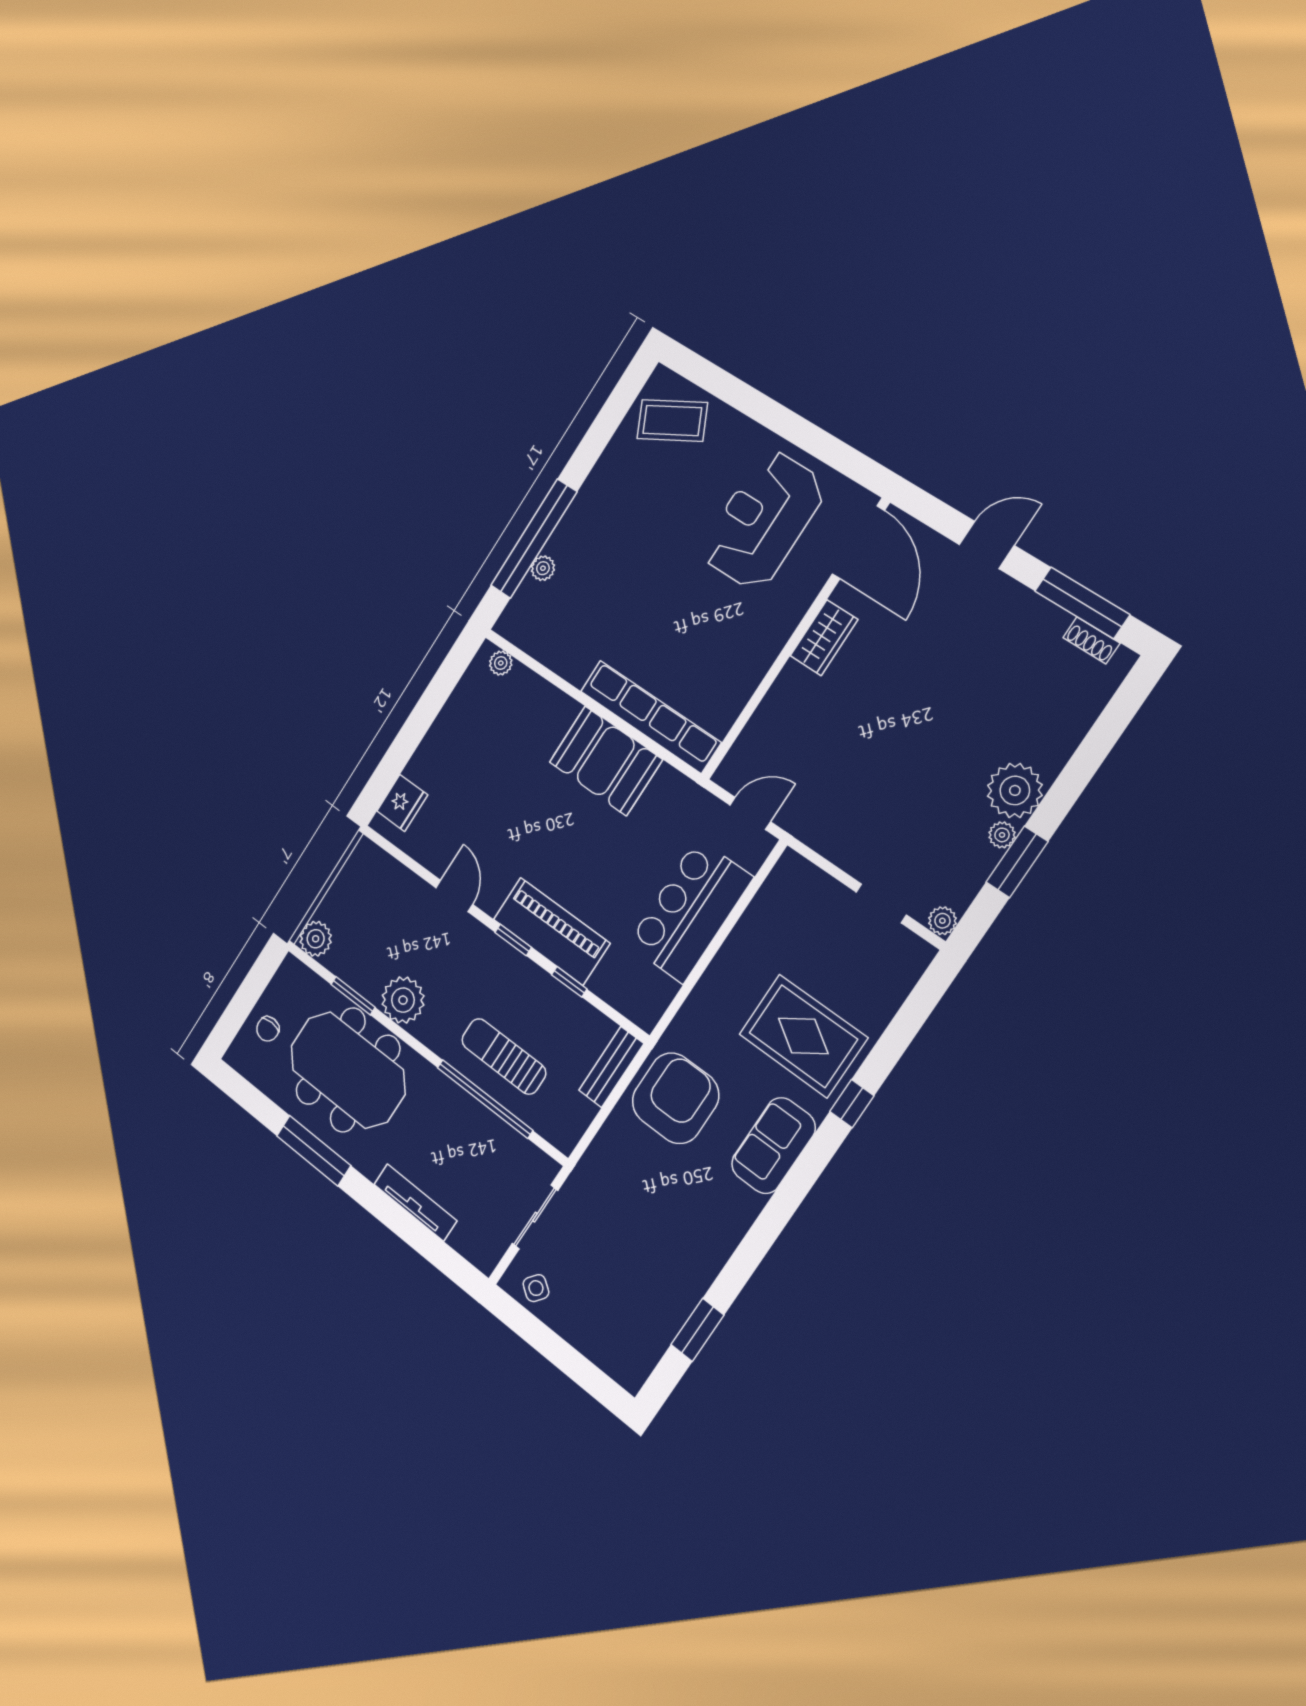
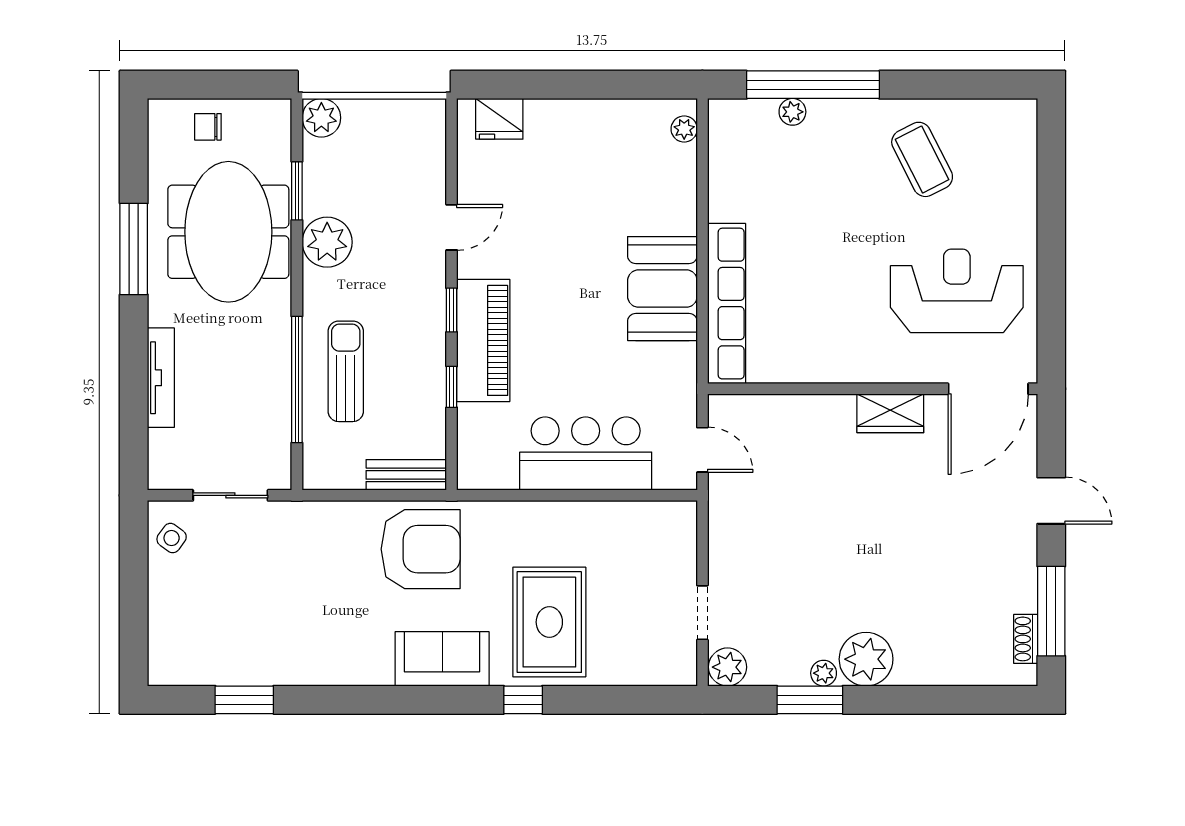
coffee table: (672, 421) -> (922, 159), moved
plant: (942, 921) -> (727, 667), width x1.38, depth x1.38

